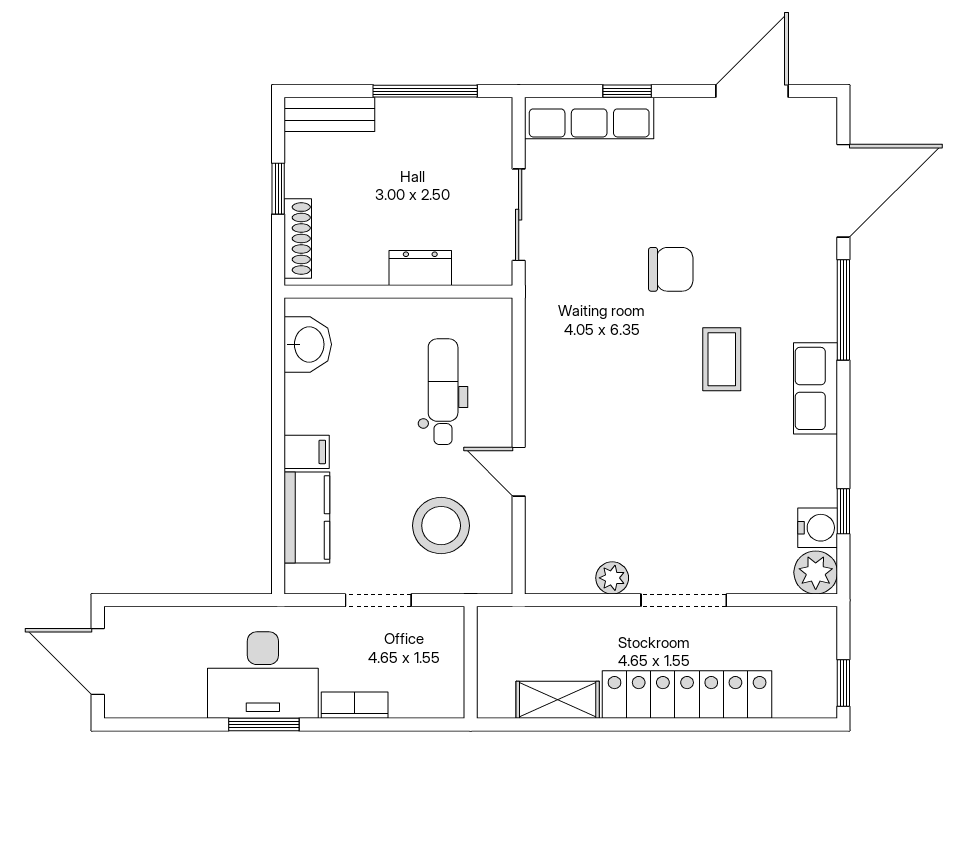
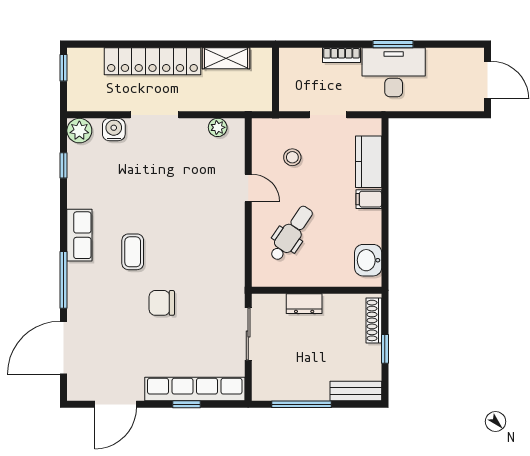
row of seats: (589, 118) -> (195, 389), width x1.36
dental chair: (443, 392) -> (291, 233), turned -146
stool: (441, 526) -> (292, 157), width x0.53, depth x0.53
water cooler: (818, 528) -> (114, 130), moved, turned 90
plant: (612, 578) -> (218, 127), moved

